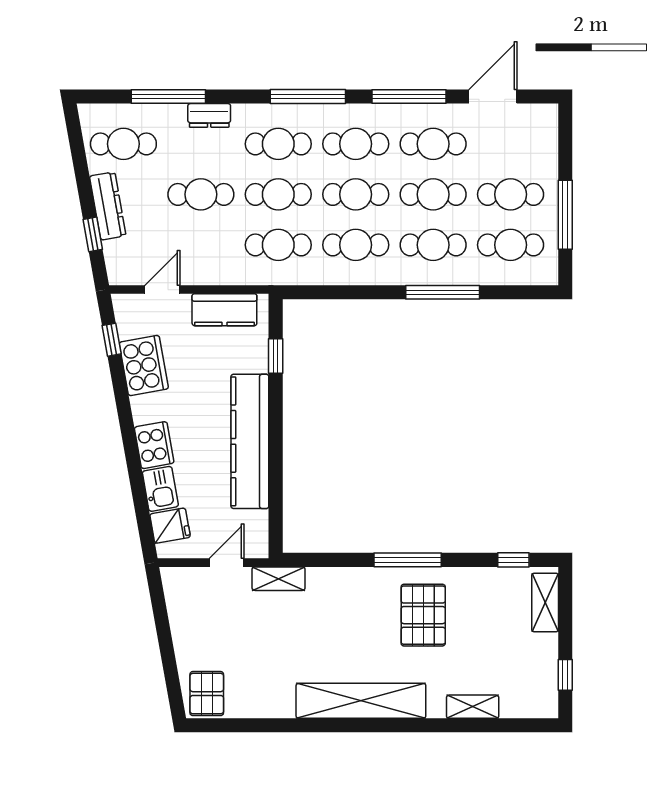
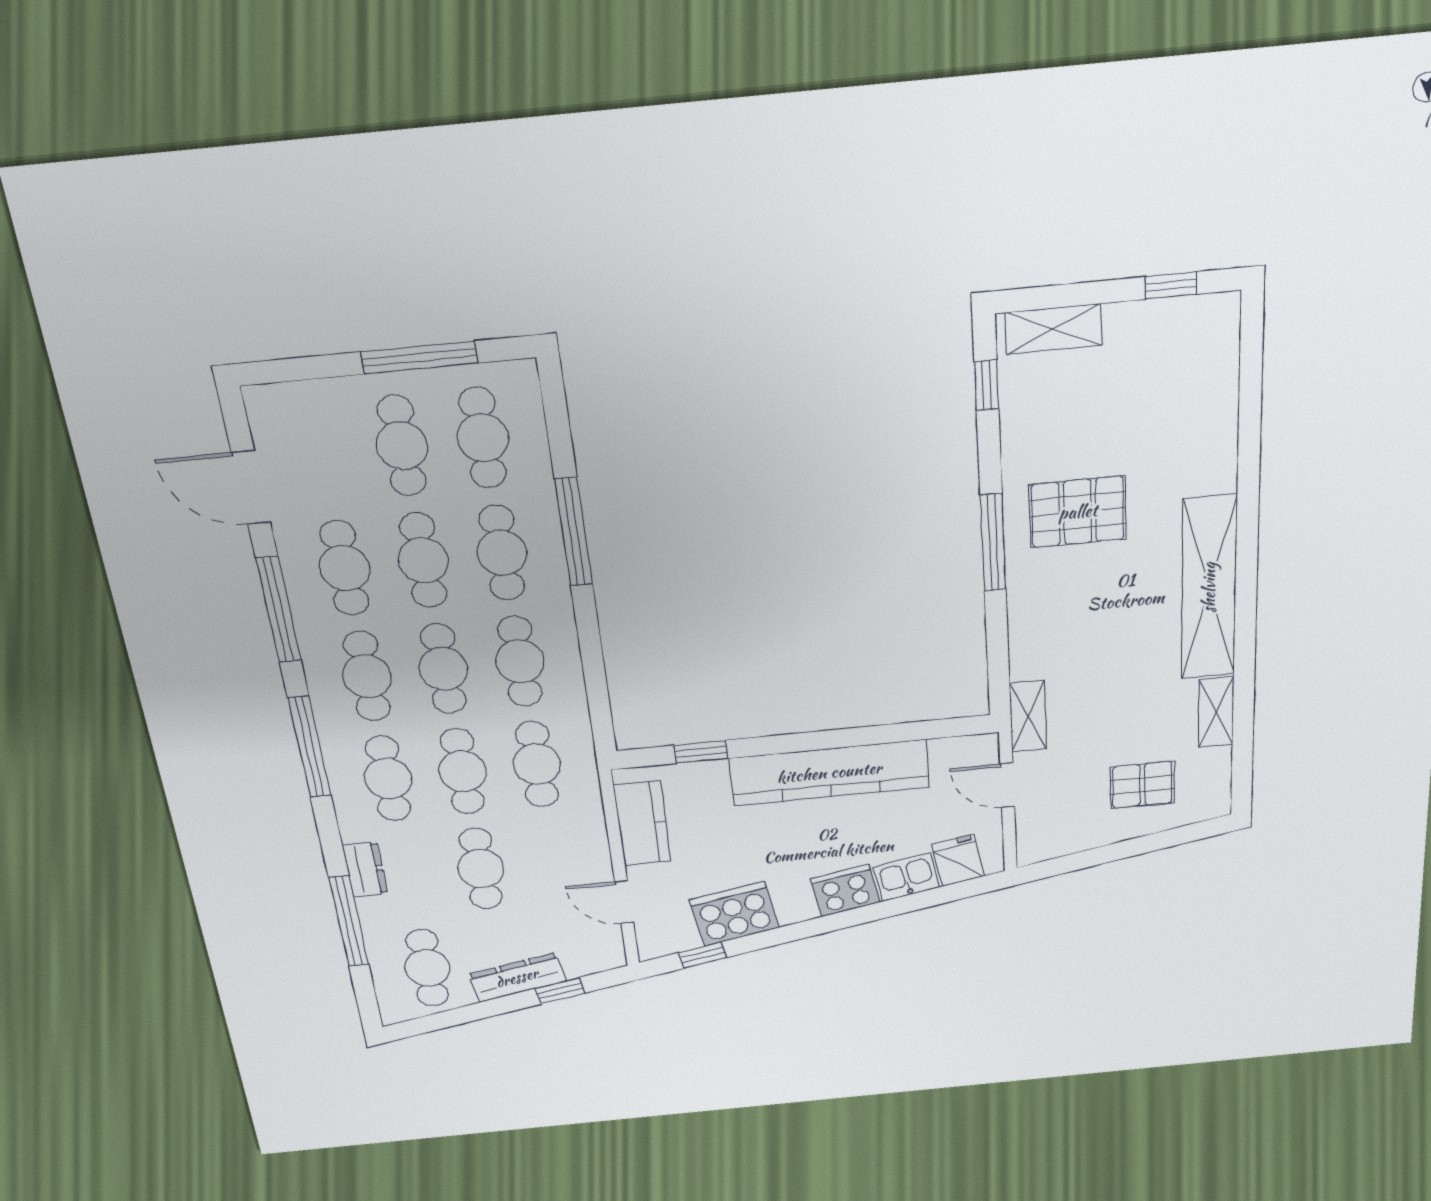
pallet: (207, 694) -> (1142, 785), moved
shelving: (473, 707) -> (1216, 712), moved

